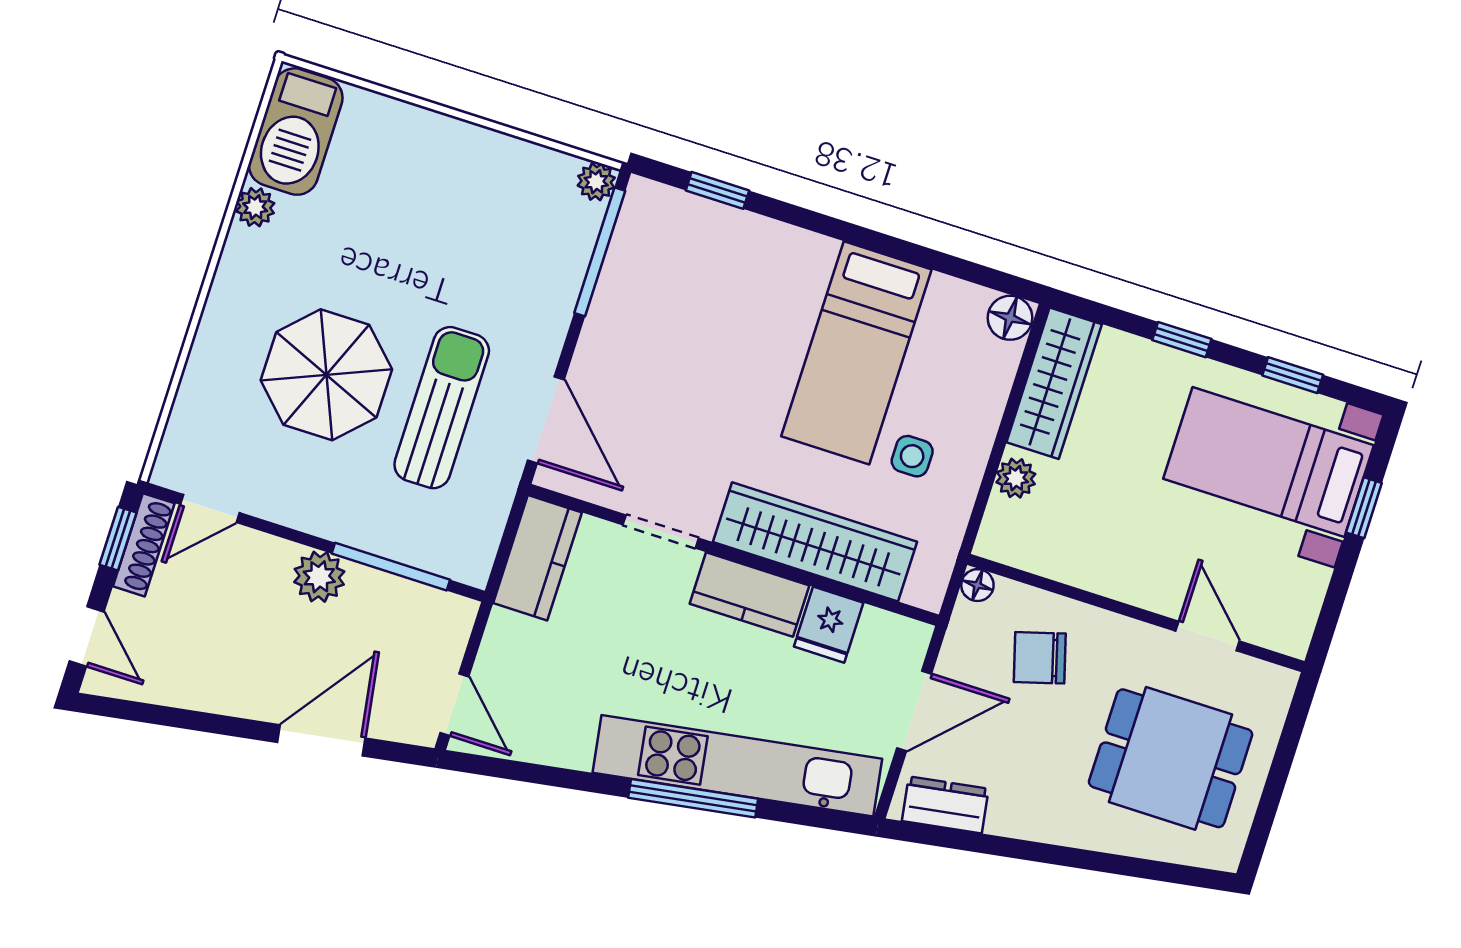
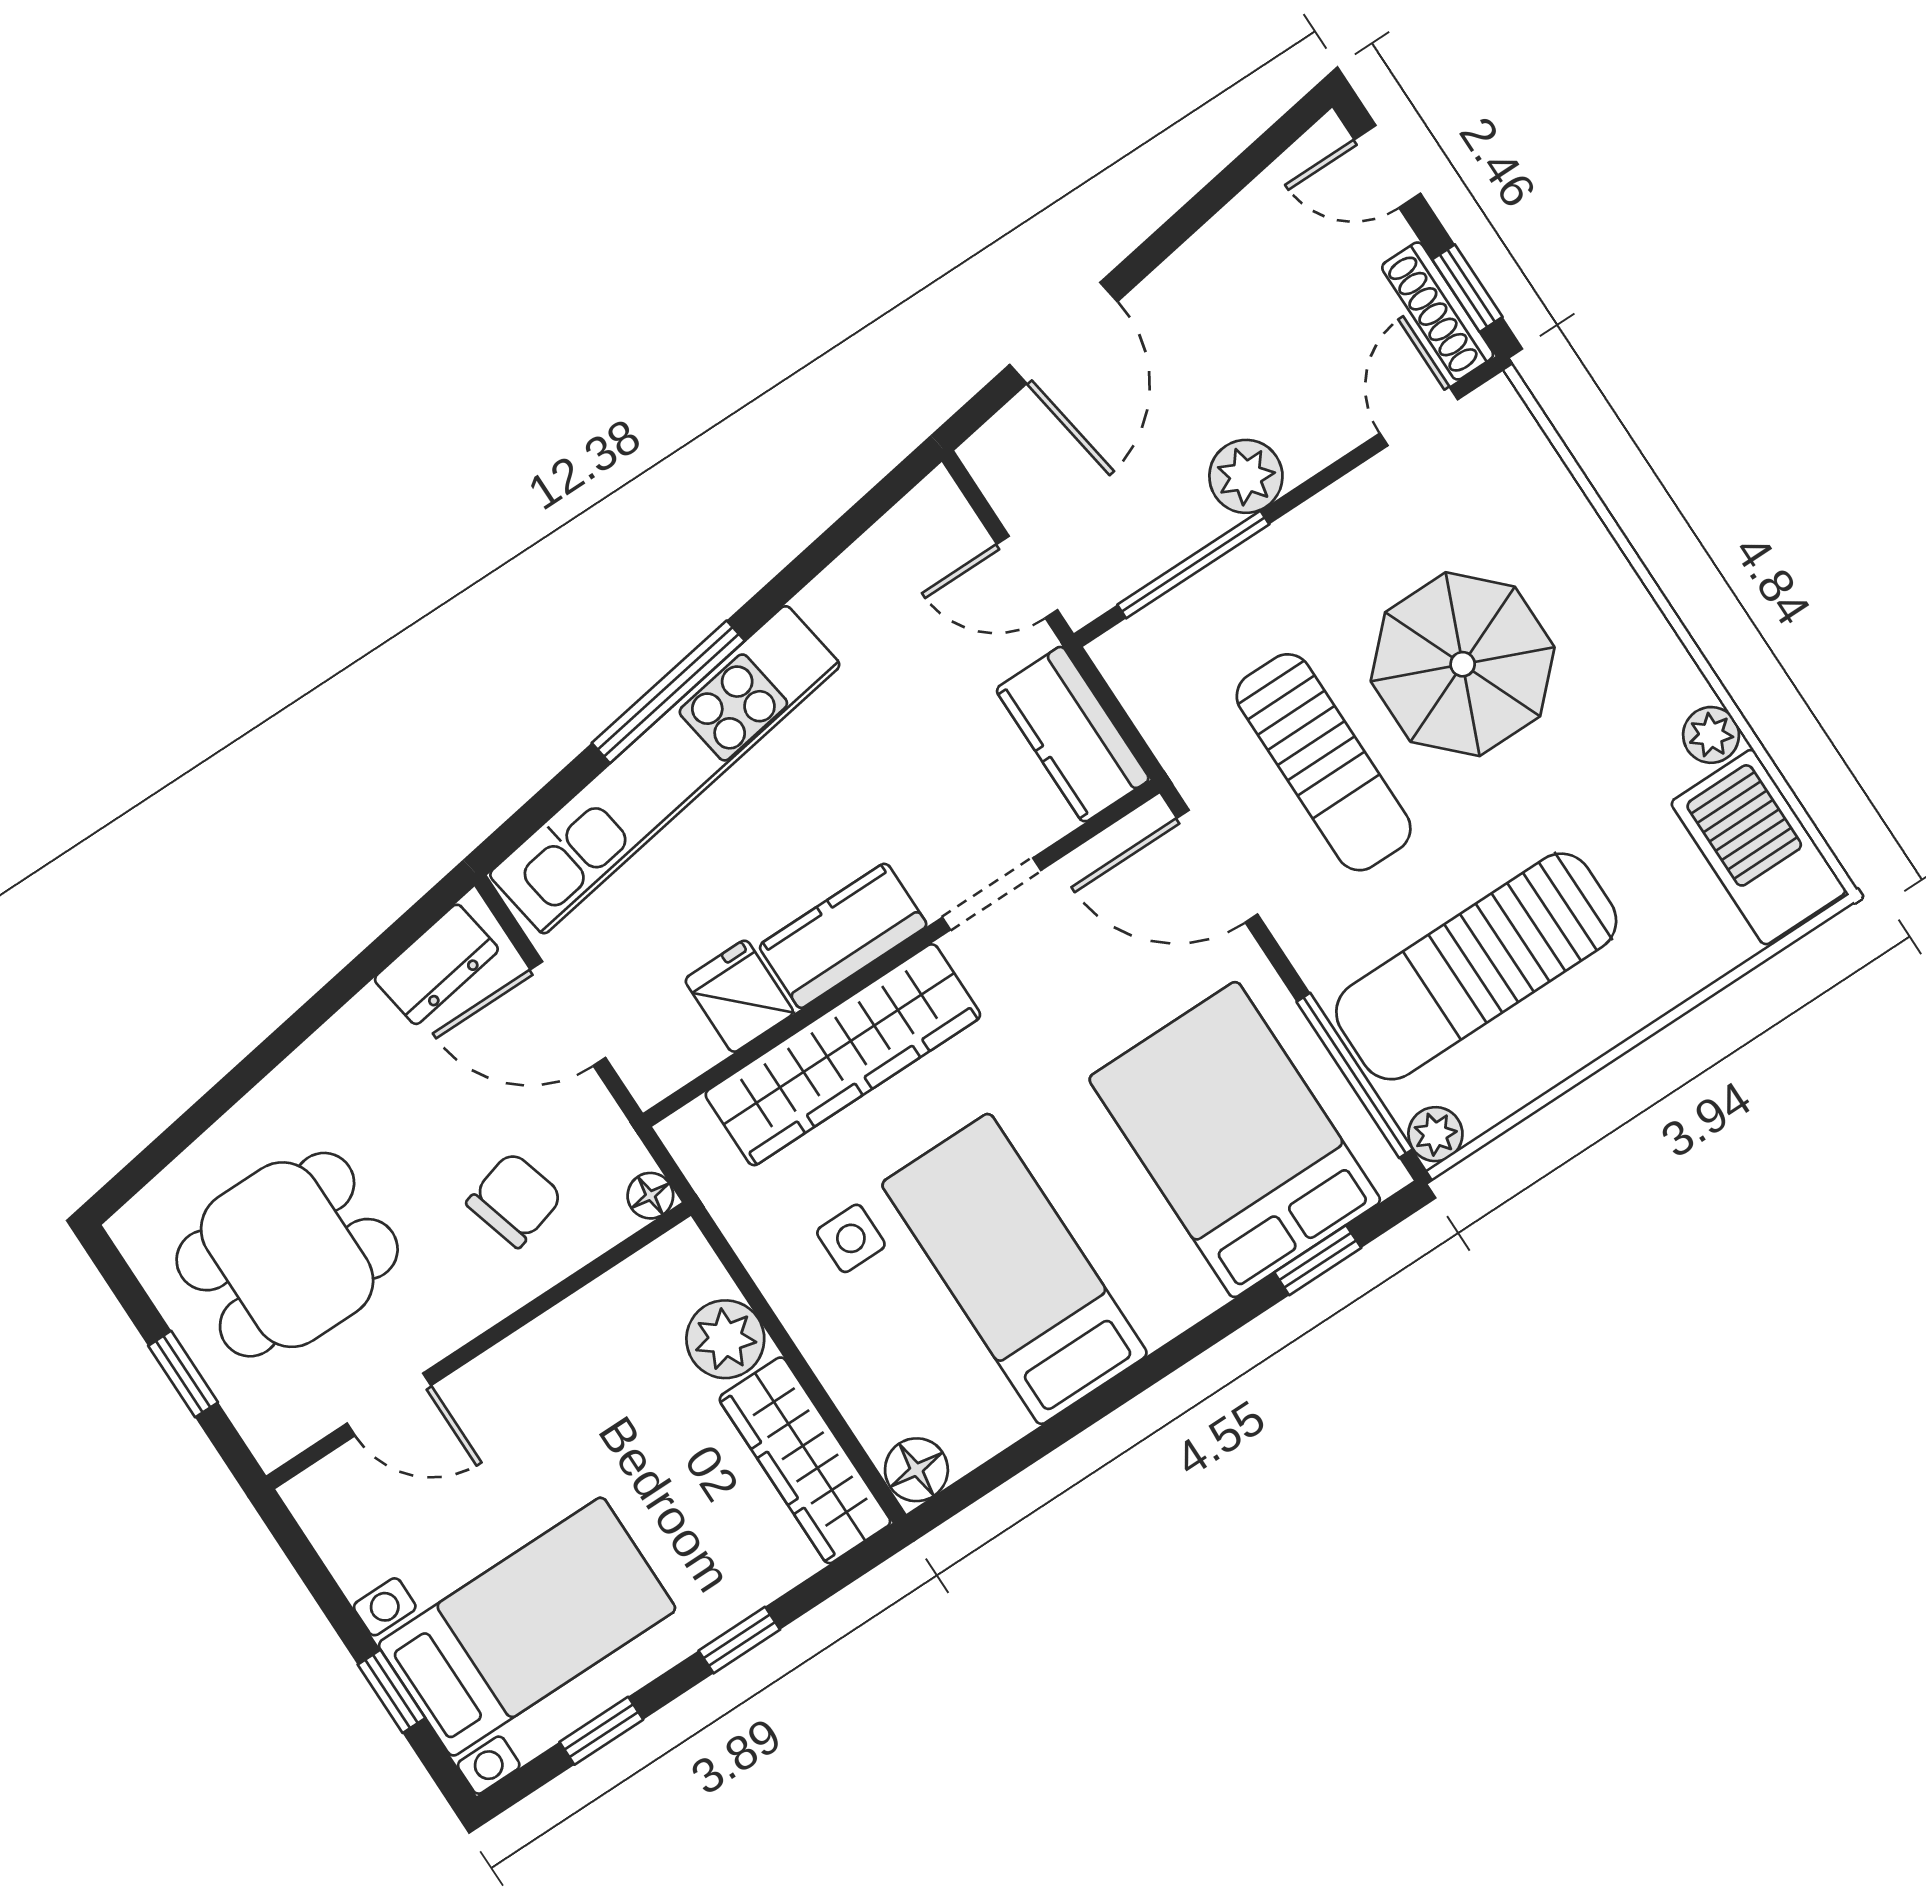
sun lounger: (486, 234) -> (1476, 966), added
bed: (688, 289) -> (1235, 1140), added
plant: (1016, 478) -> (725, 1339), width x1.38, depth x1.38
door: (454, 705) -> (1027, 577), moved
door: (914, 711) -> (568, 1014), hinge flipped
window: (1282, 762) -> (183, 1374), added

